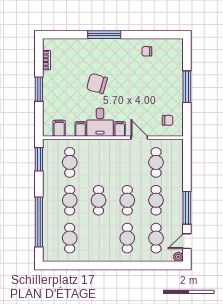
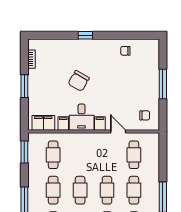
window: (104, 35) -> (85, 35), width x0.46
chair: (97, 83) -> (79, 81), turned -76
filing cabinet: (59, 128) -> (43, 123), width x2.00

